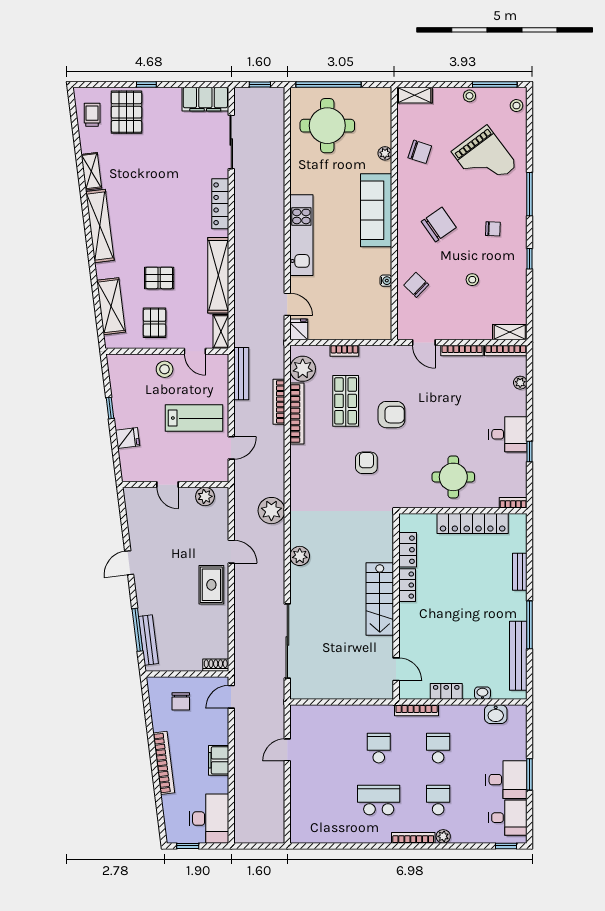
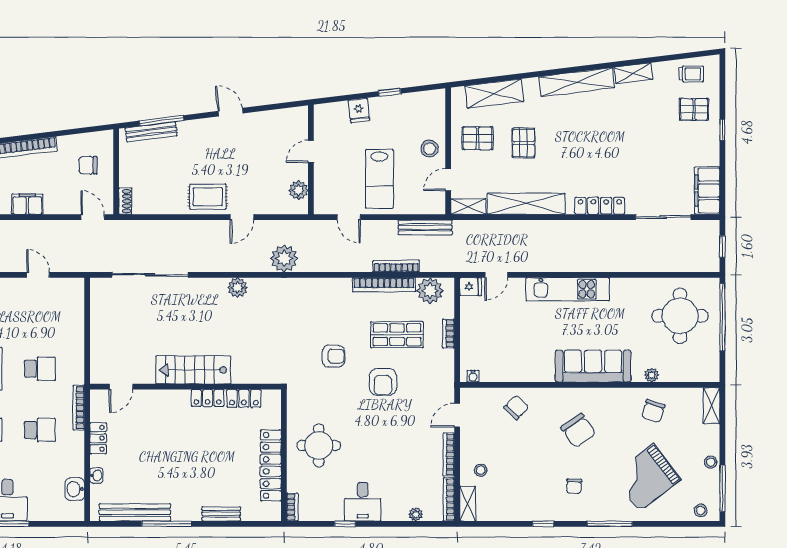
pallet: (126, 112) -> (694, 109), width x0.67, depth x0.71
stool: (472, 280) -> (481, 470), moved
water cooler: (386, 281) -> (473, 376), moved

